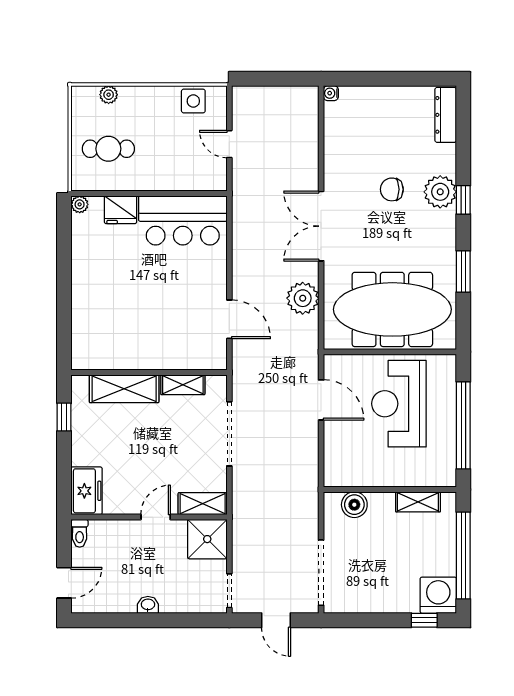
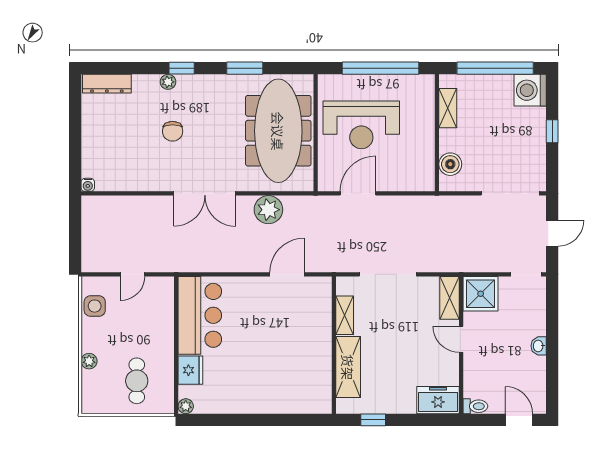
plant: (109, 95) -> (89, 361), moved
plant: (440, 192) -> (168, 82), width x0.53, depth x0.53
window: (424, 620) -> (552, 131), moved

